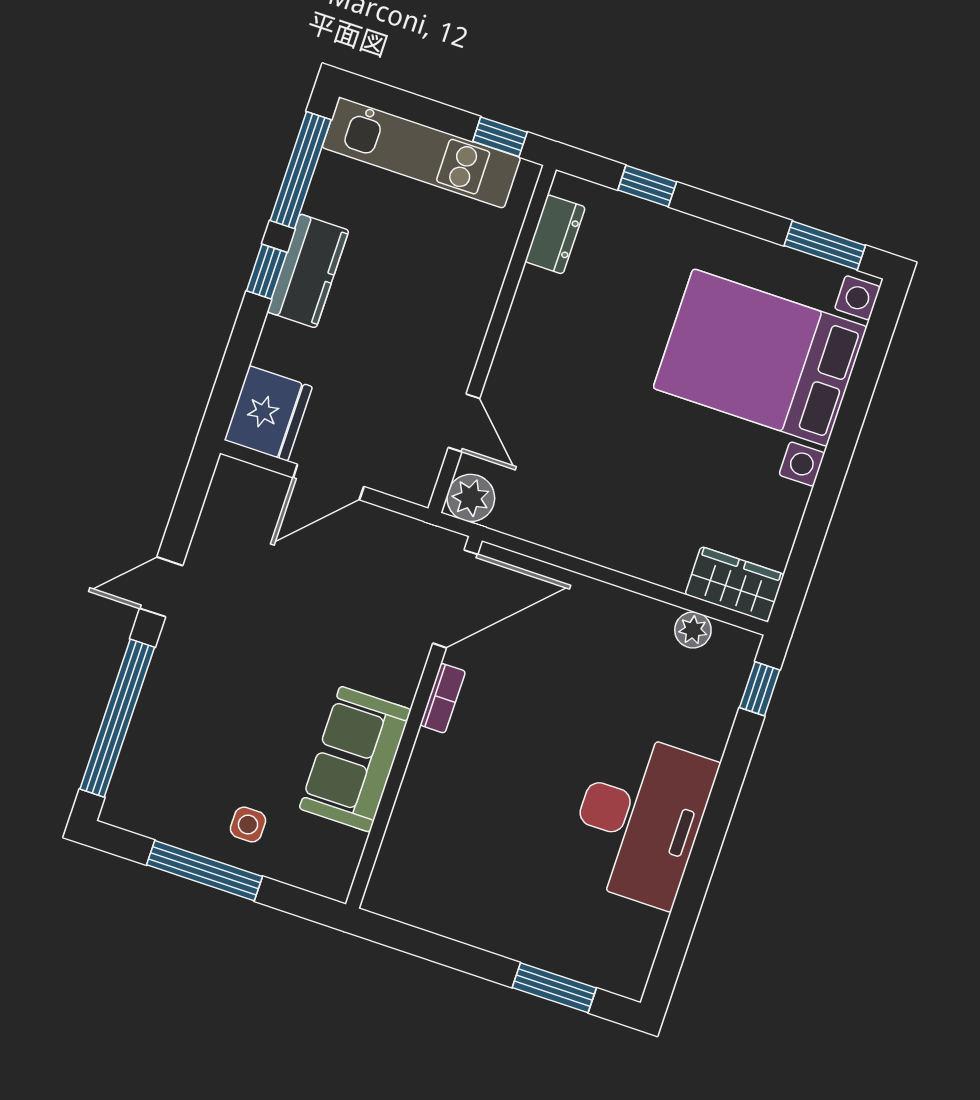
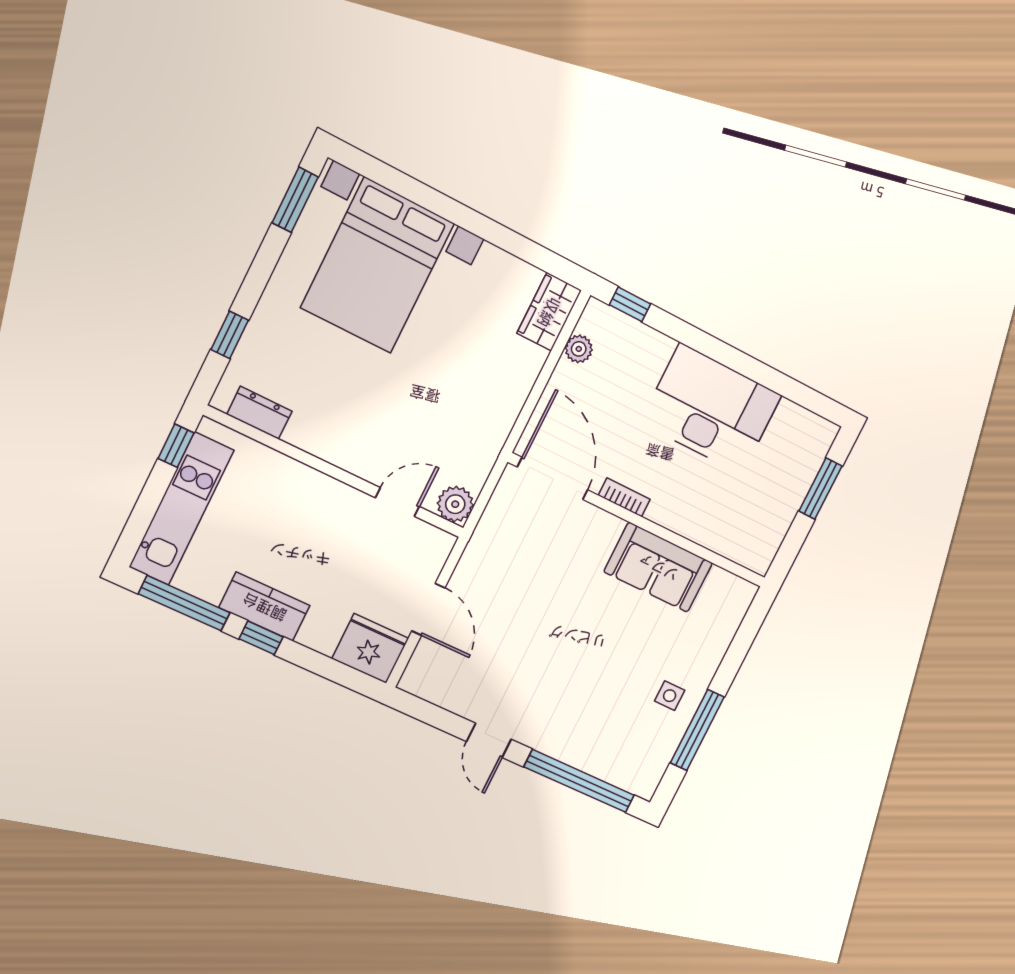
door: (455, 599) -> (553, 478), moved
bookcase: (443, 698) -> (624, 497), moved
wall: (414, 722) -> (638, 521), moved
sofa: (355, 759) -> (658, 567), moved

